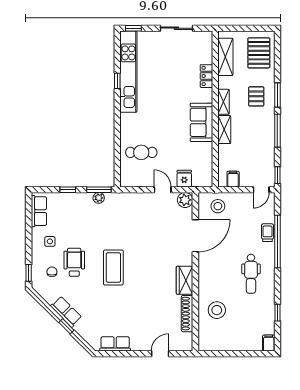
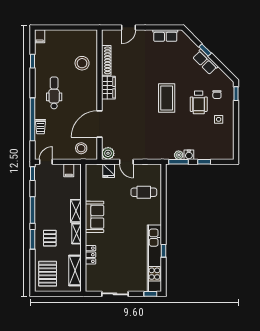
water cooler: (86, 198) -> (189, 155), added
row of seats: (39, 211) -> (228, 144), removed

